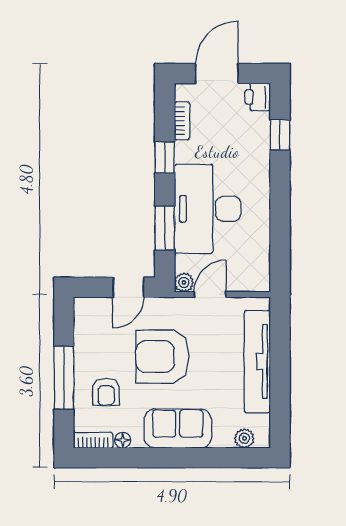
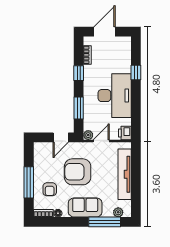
printer: (258, 97) -> (125, 133), moved
window: (280, 135) -> (136, 72), moved
desk: (208, 209) -> (115, 96), moved, turned 180
window: (217, 458) -> (105, 222), added

